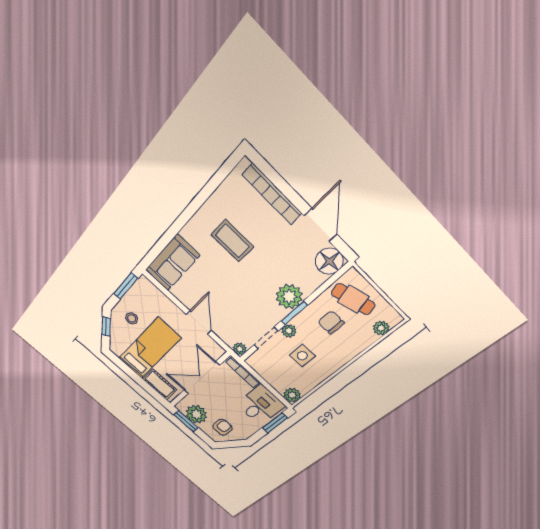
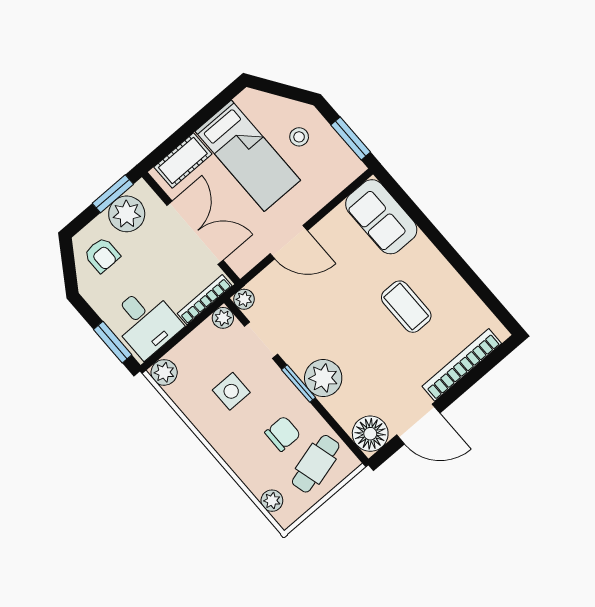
coffee table: (232, 241) -> (406, 307), turned 90
window: (106, 327) -> (287, 91), removed
plant: (289, 331) -> (223, 318), moved

